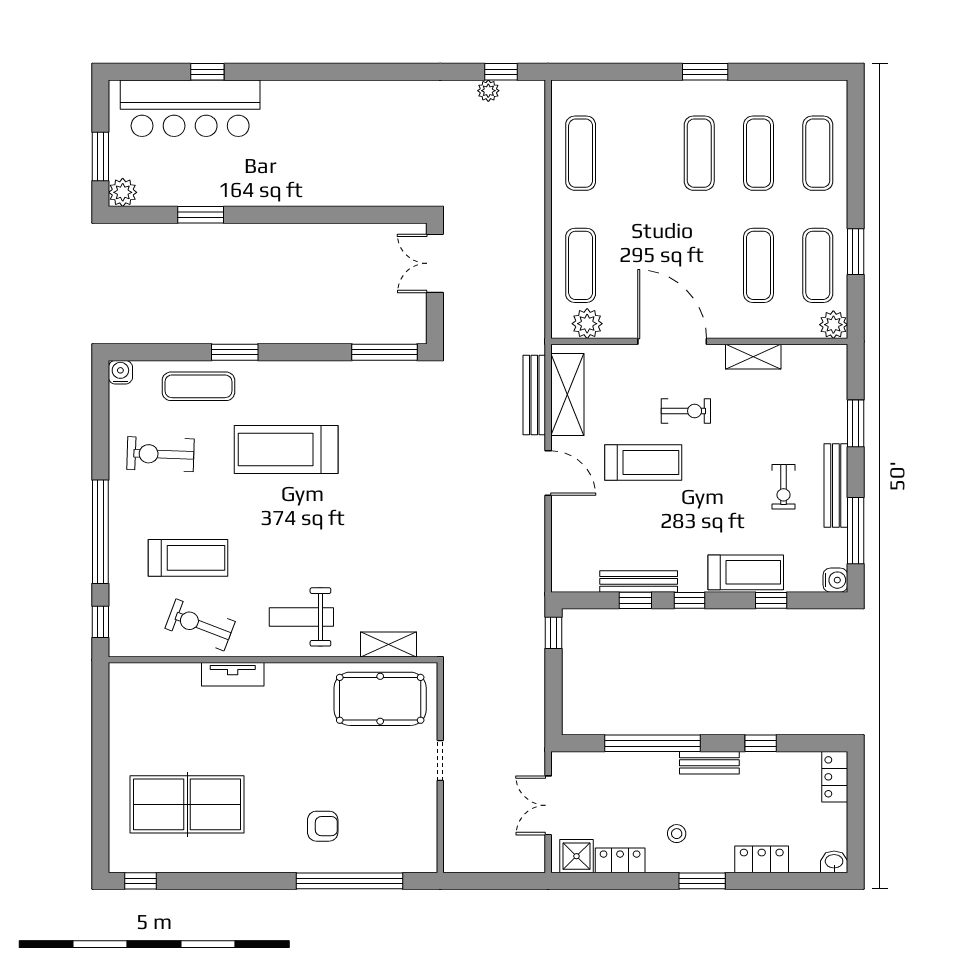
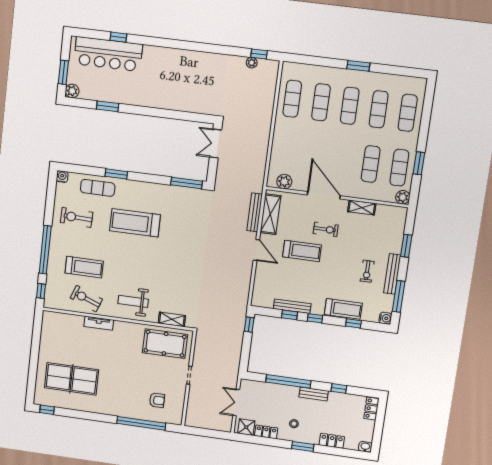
exercise mat: (581, 265) -> (321, 102), moved
armchair: (323, 826) -> (157, 400), moved

